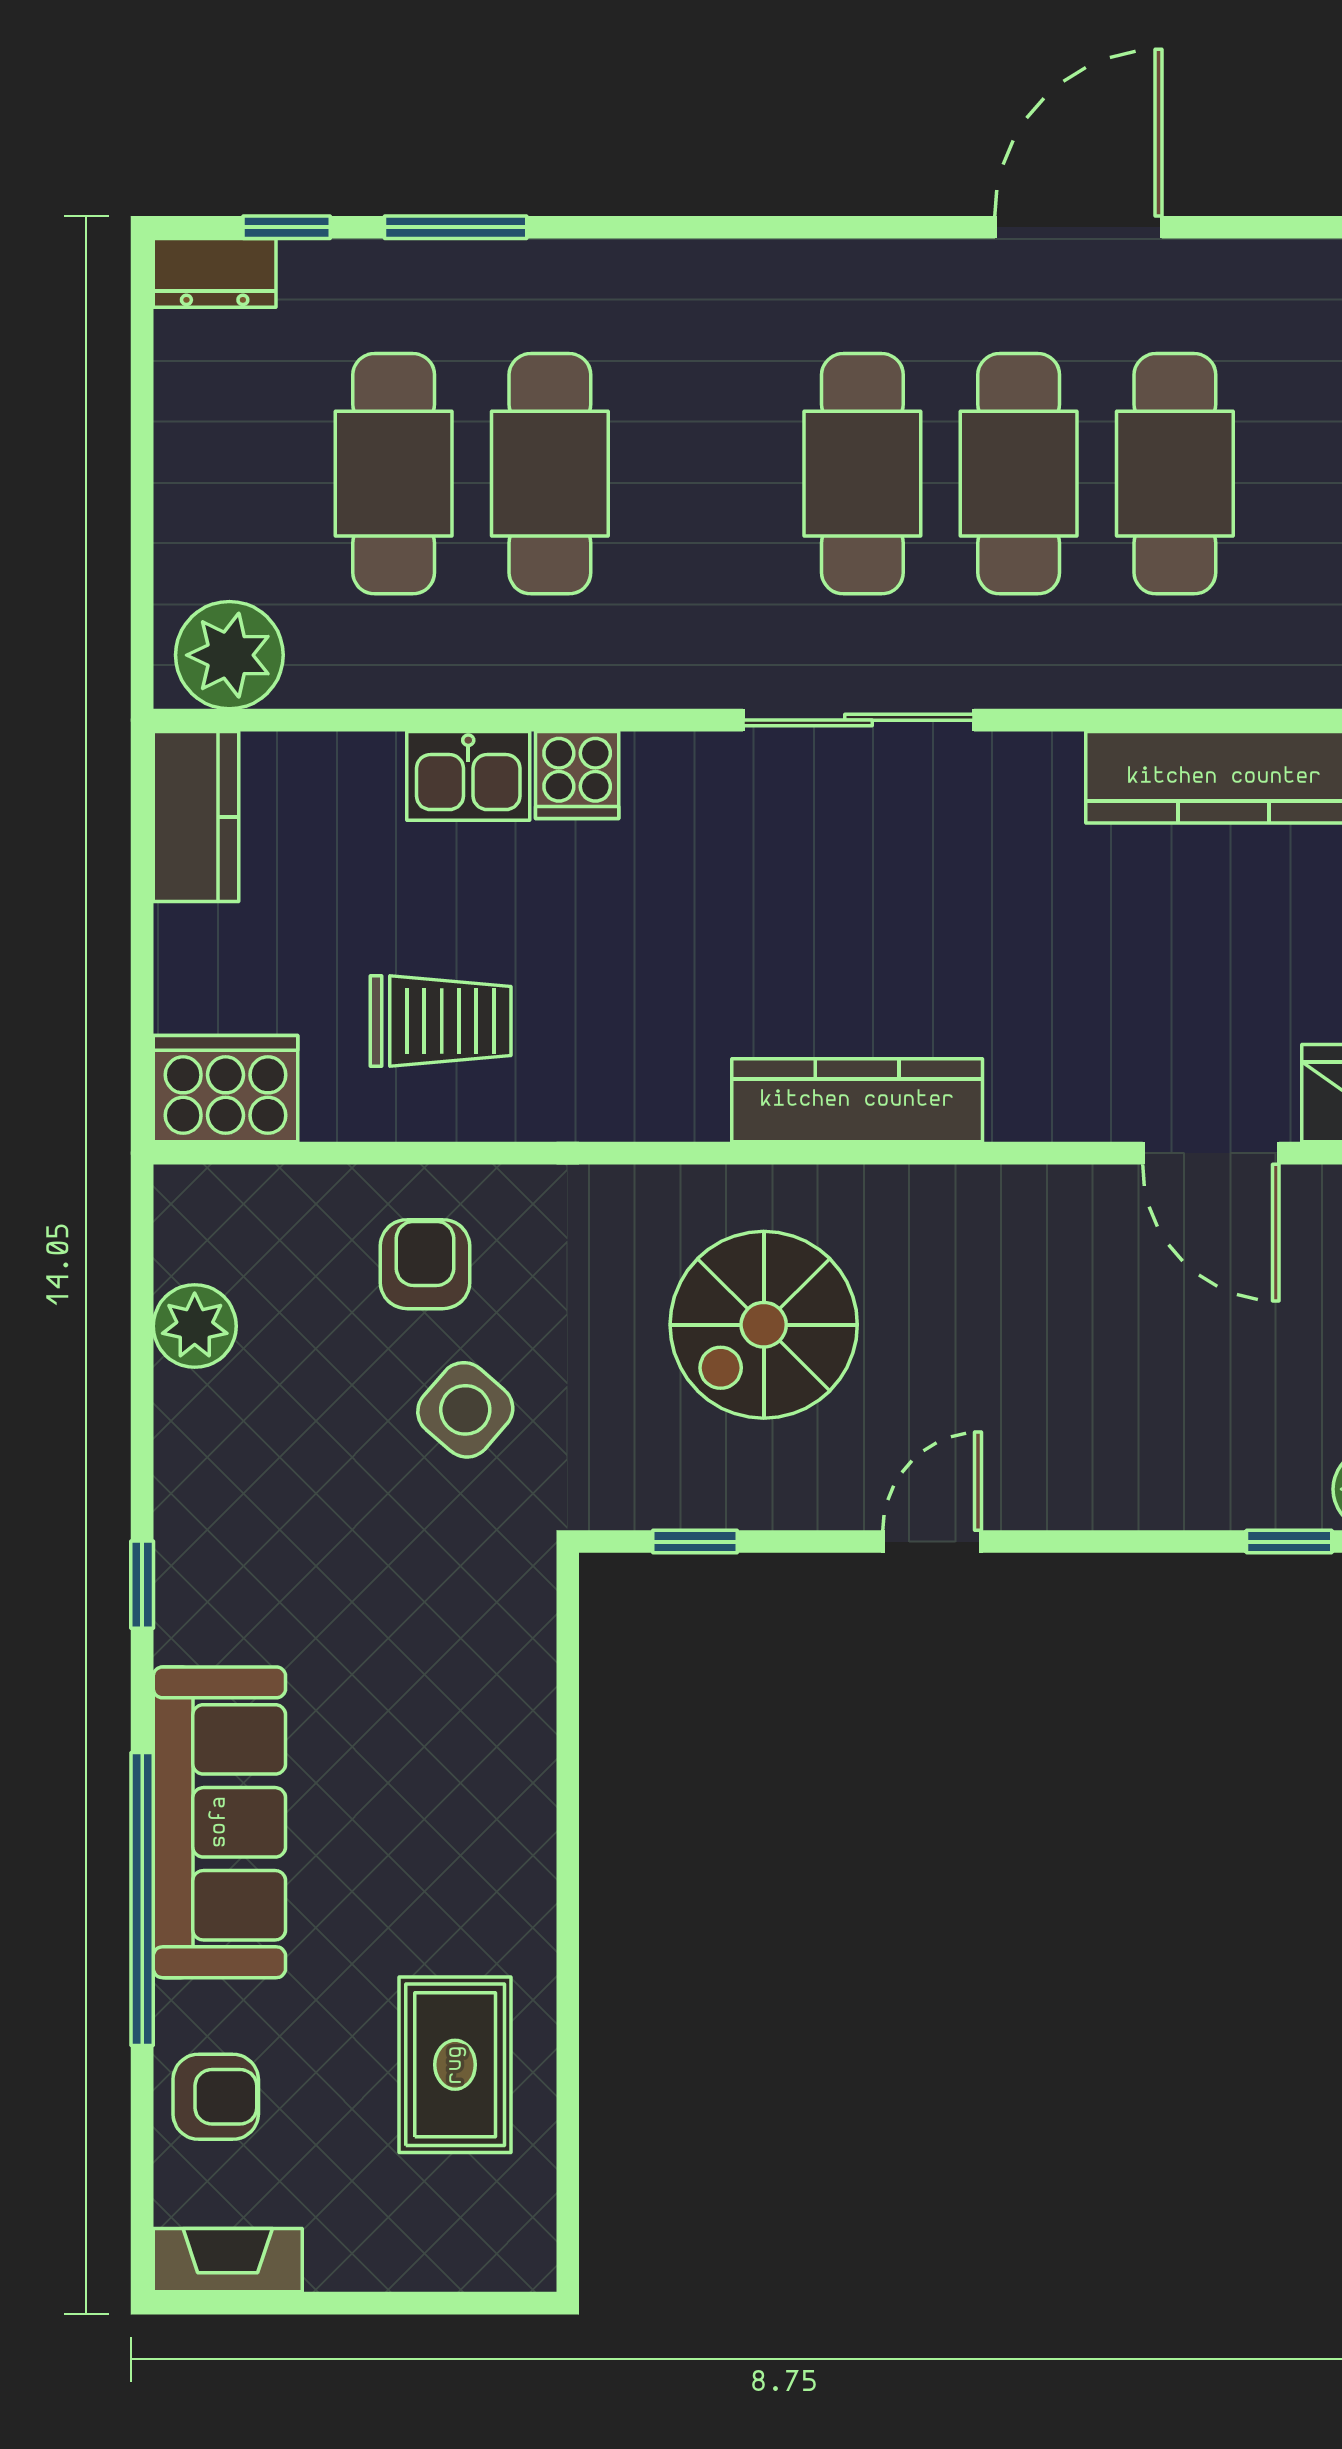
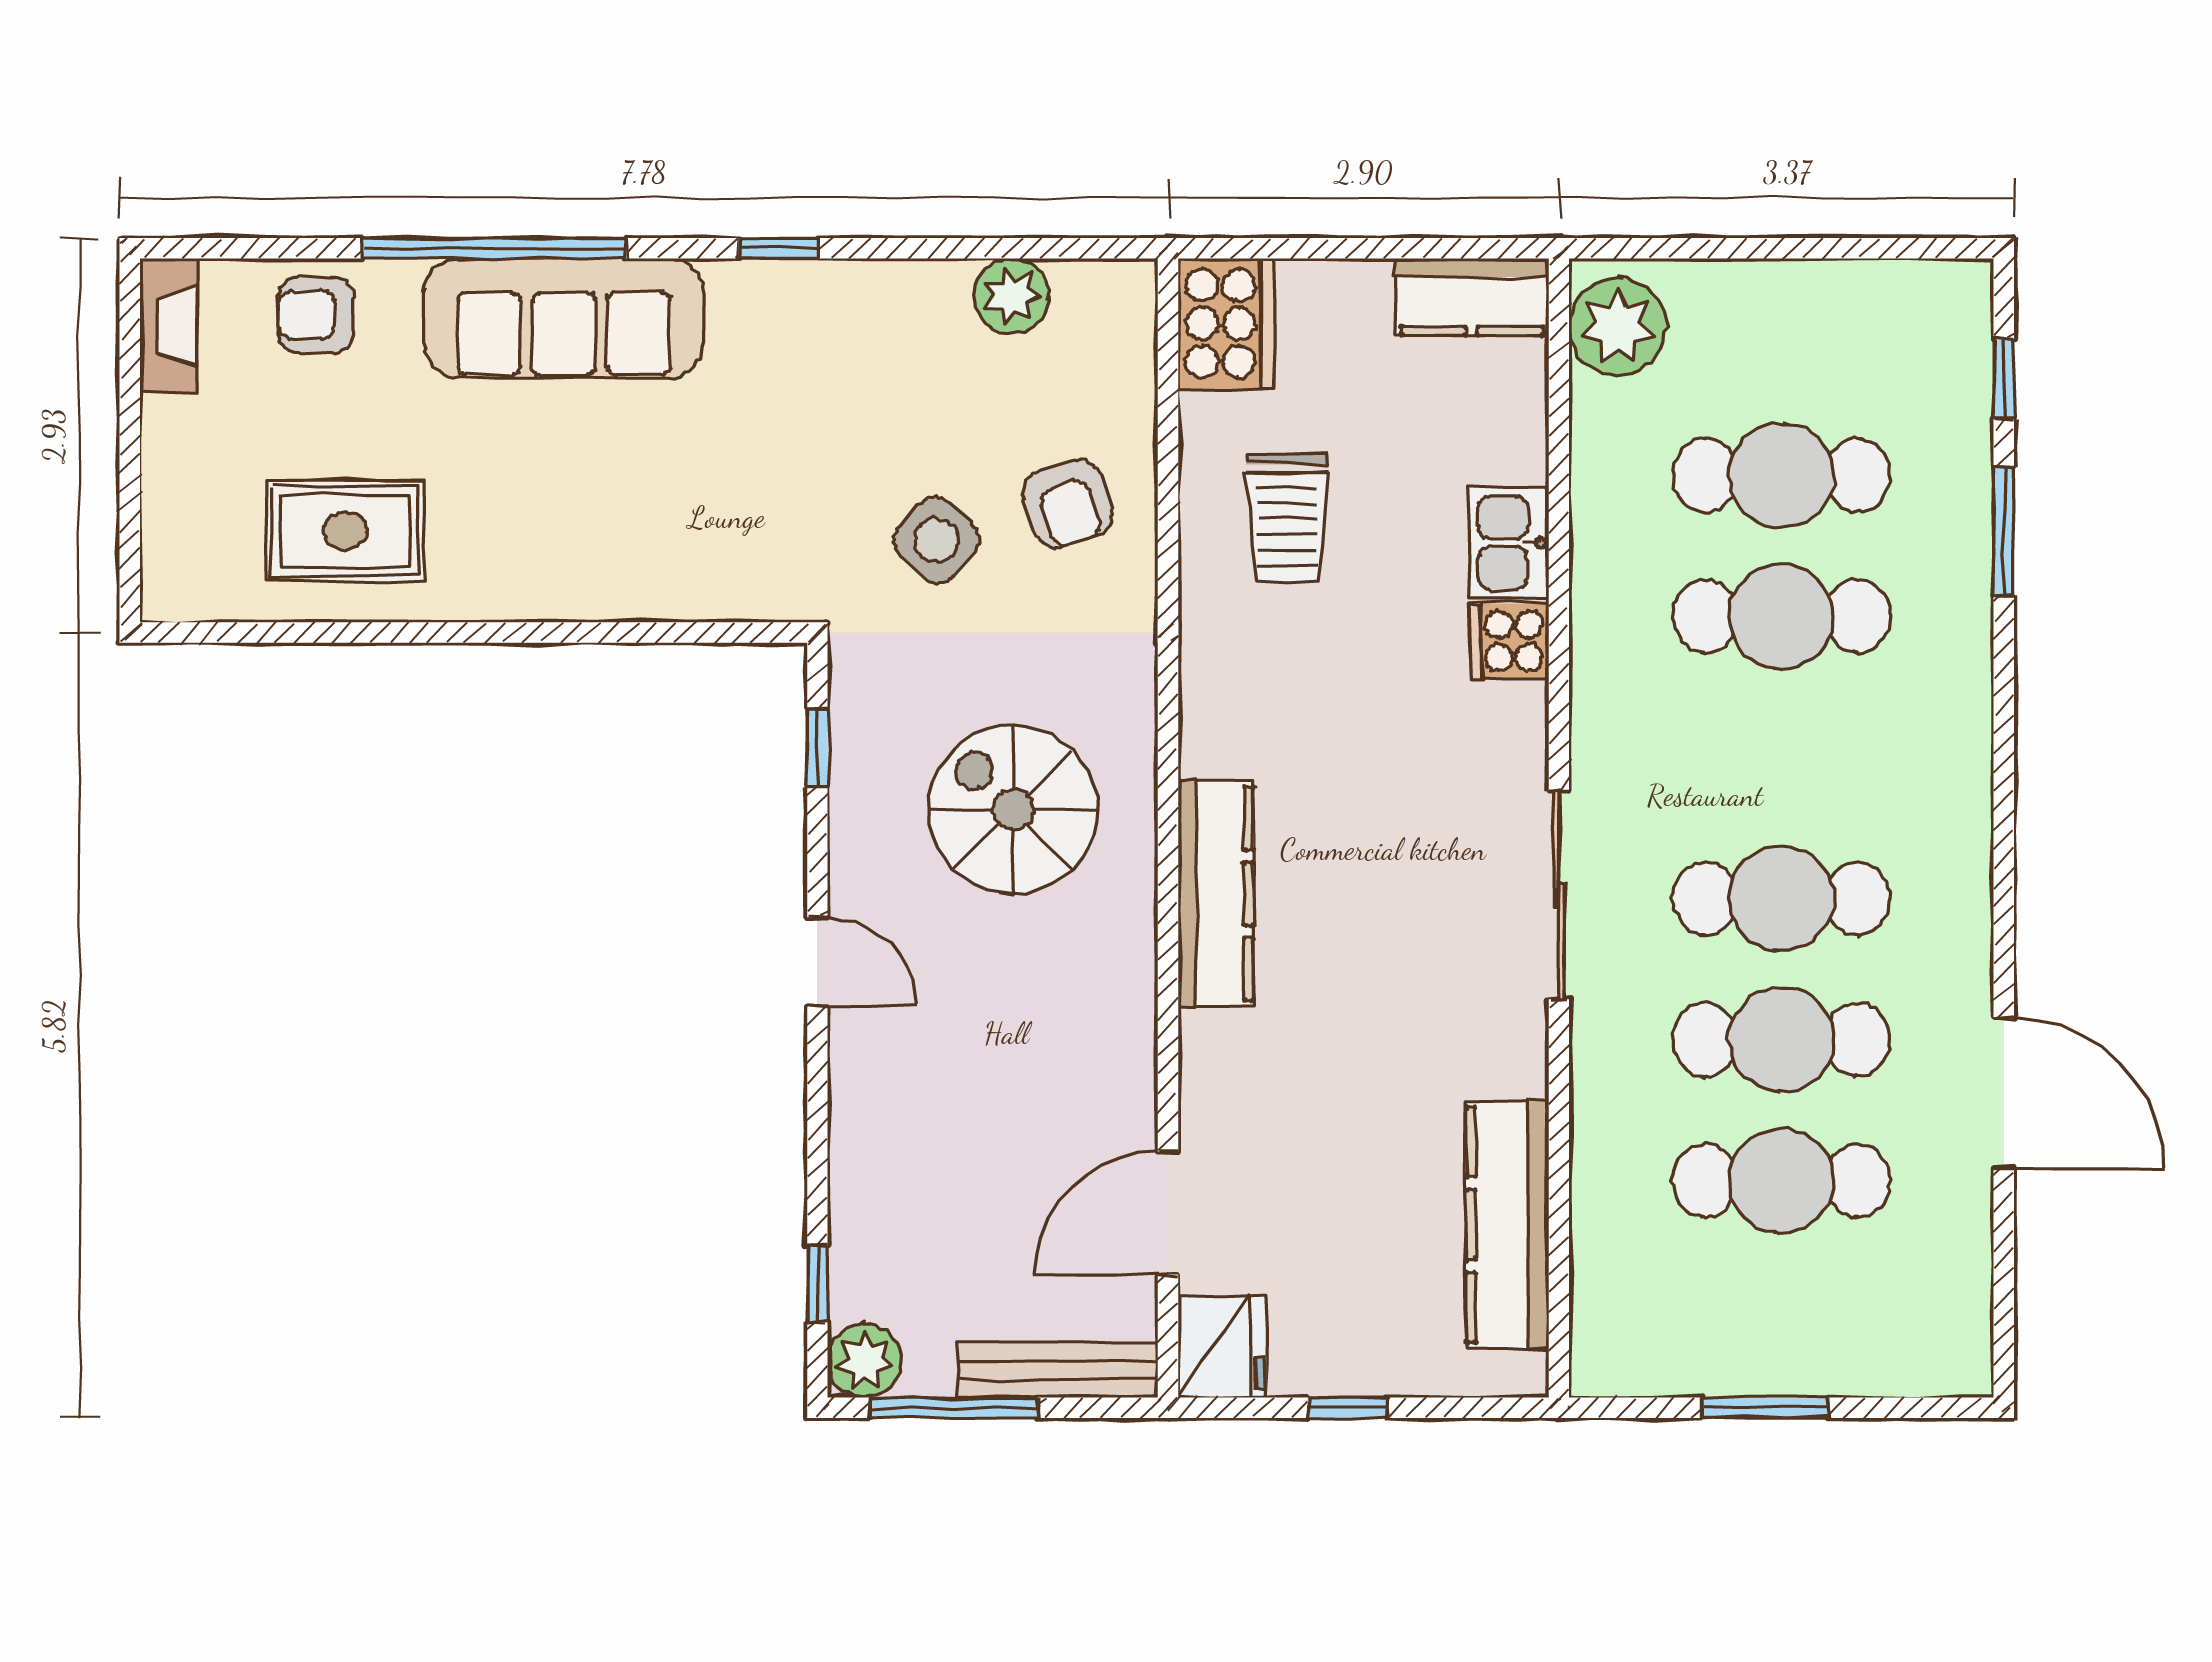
dresser: (215, 273) -> (1963, 314), removed
armchair: (425, 1264) -> (1068, 504), turned 72
armchair: (216, 2097) -> (316, 315), turned 90

